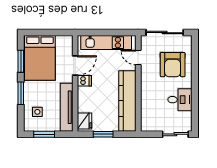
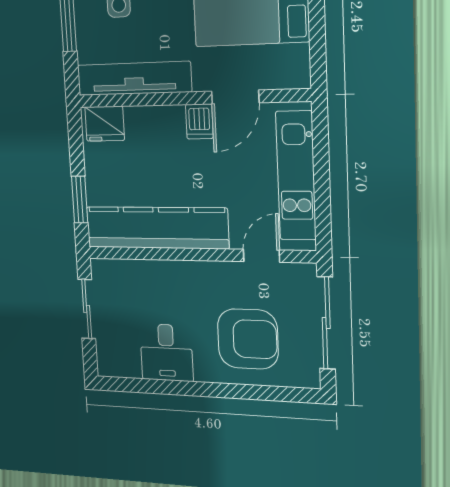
armchair: (173, 65) -> (248, 339), turned 180
door: (75, 66) -> (235, 97), hinge flipped
window: (103, 134) -> (80, 199), moved
sliding door: (175, 134) -> (87, 309), moved

